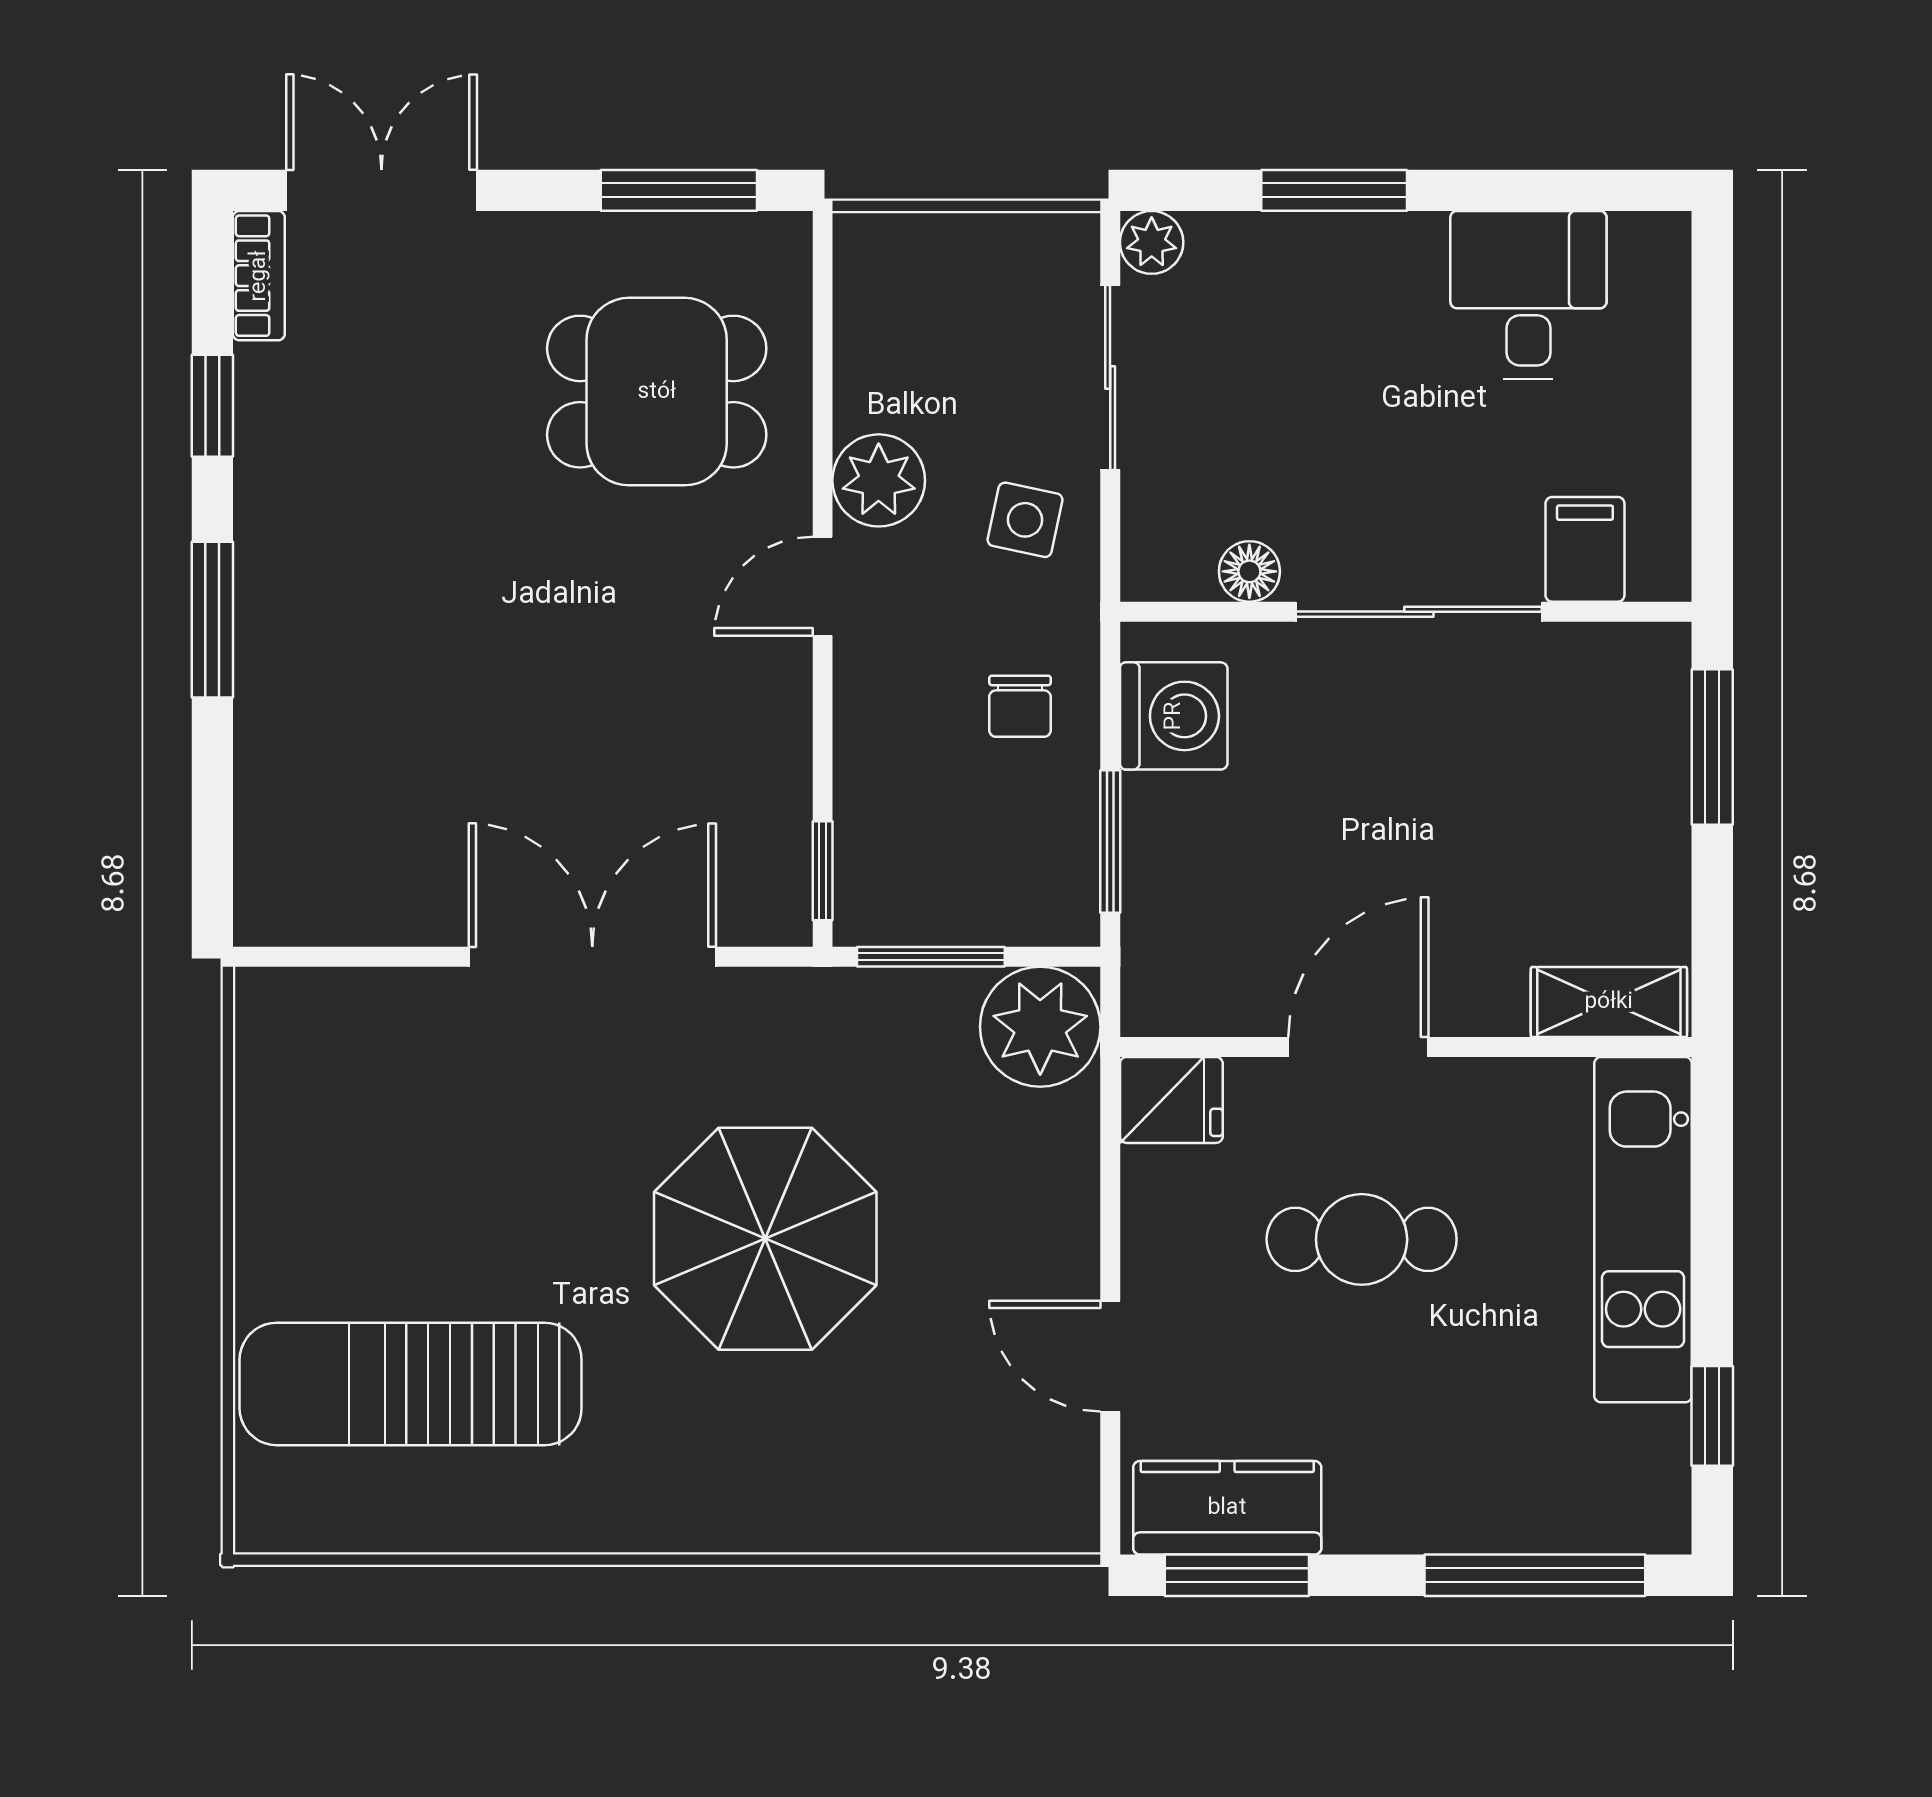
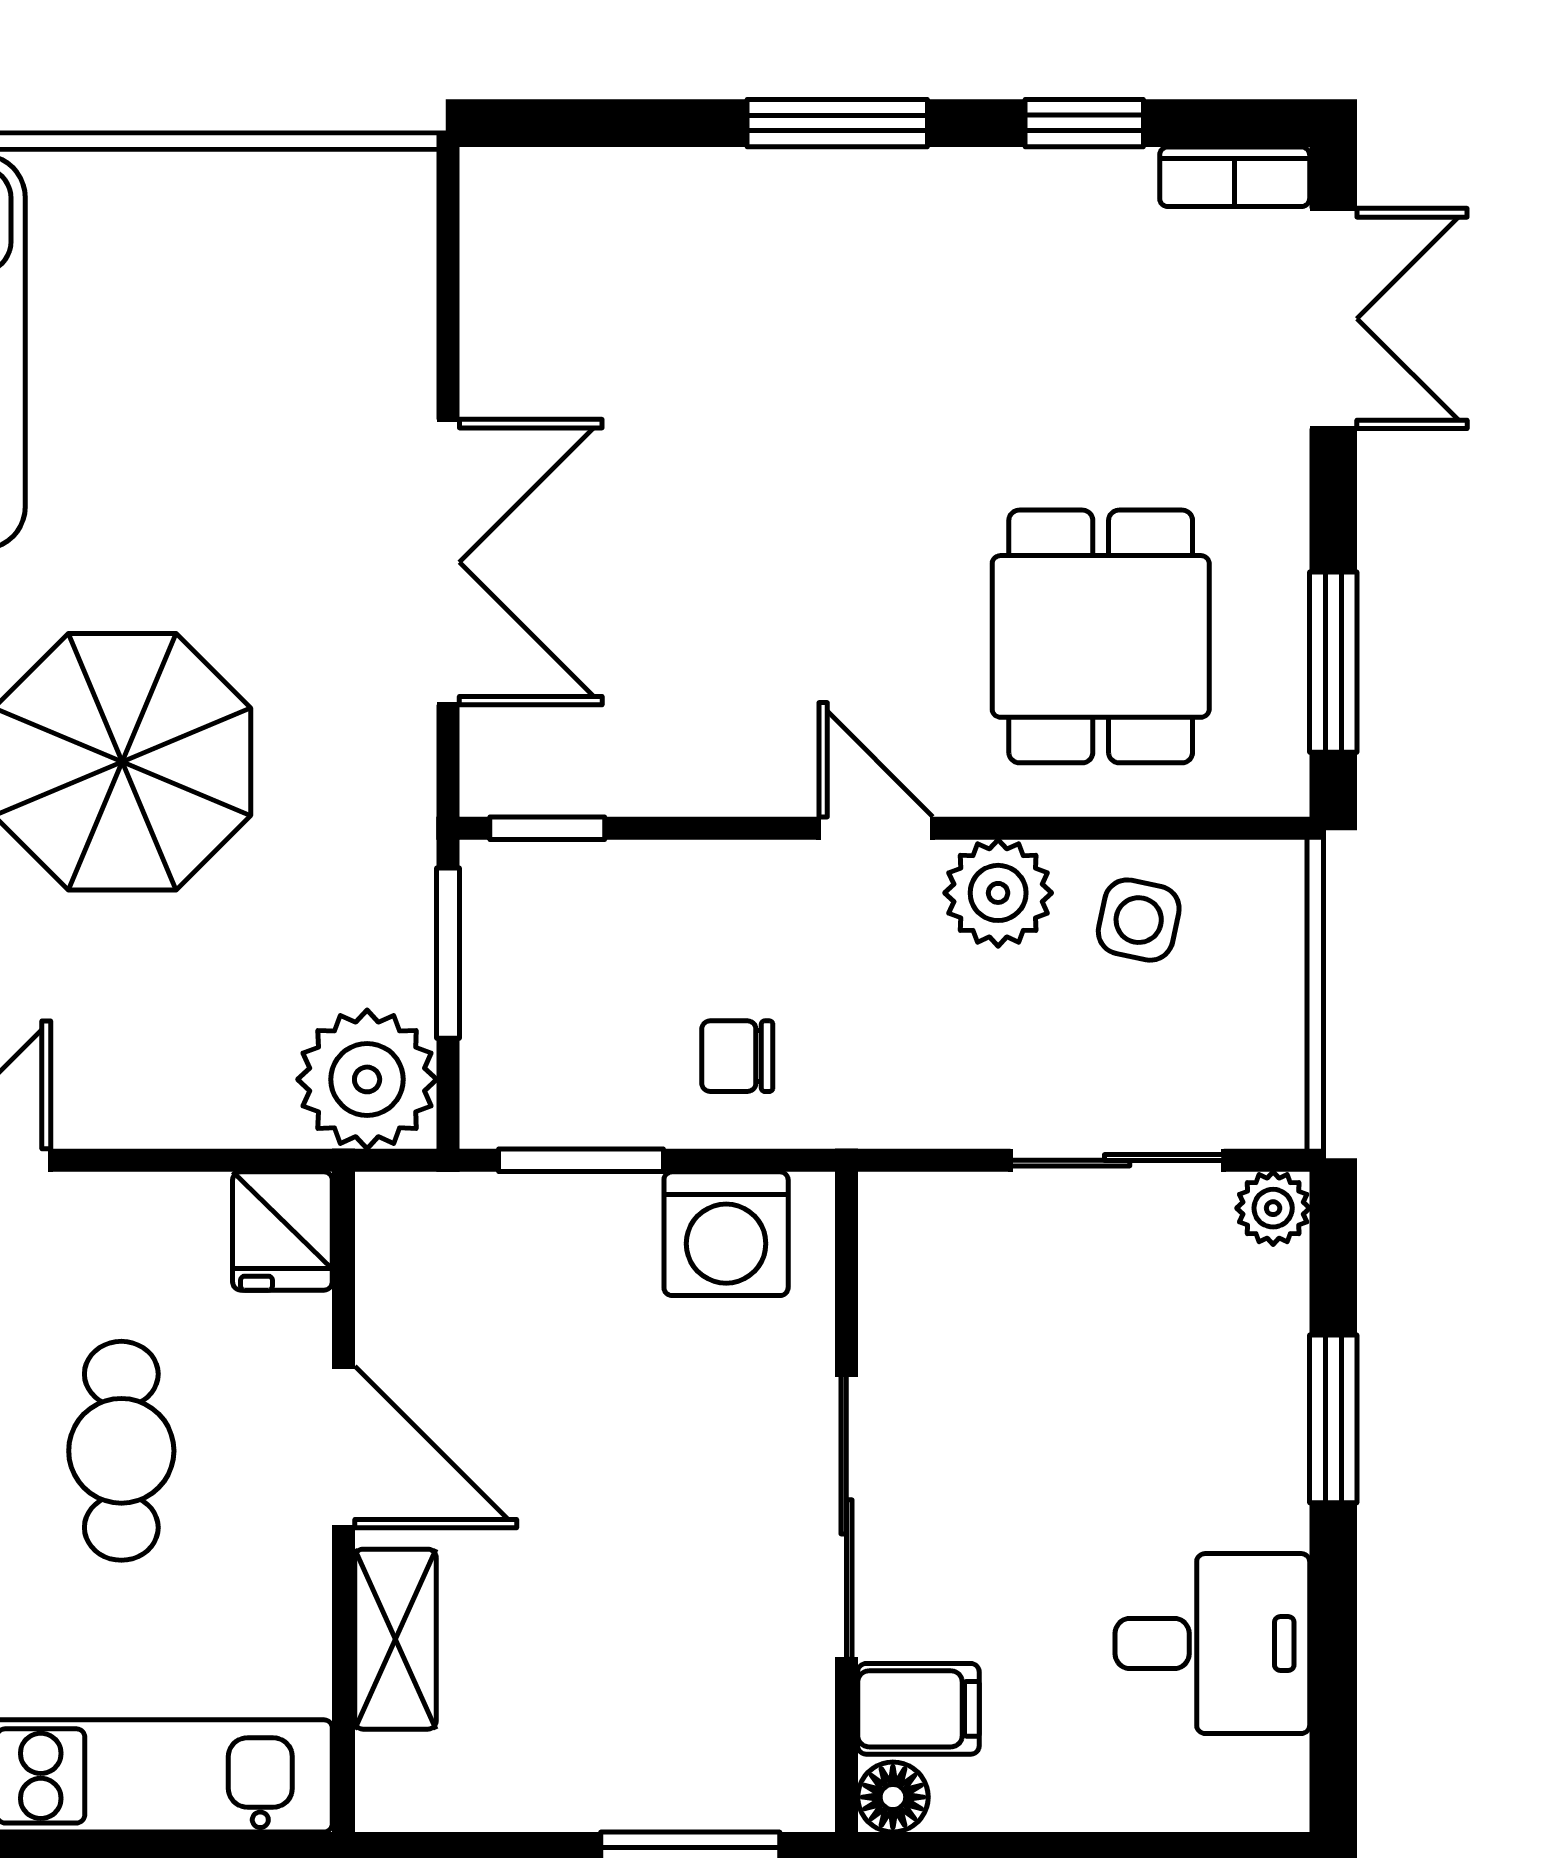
side table: (1025, 520) -> (1139, 920), moved
floor lamp: (1249, 571) -> (893, 1797), moved
shelving: (1609, 1002) -> (395, 1639), moved

